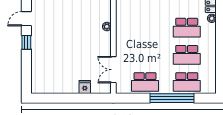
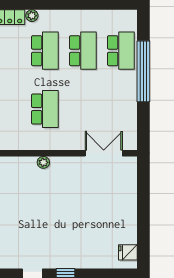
double door: (113, 70) -> (104, 153), swing flipped
school desk: (145, 82) -> (45, 109), moved
fridge: (85, 87) -> (128, 252), moved

